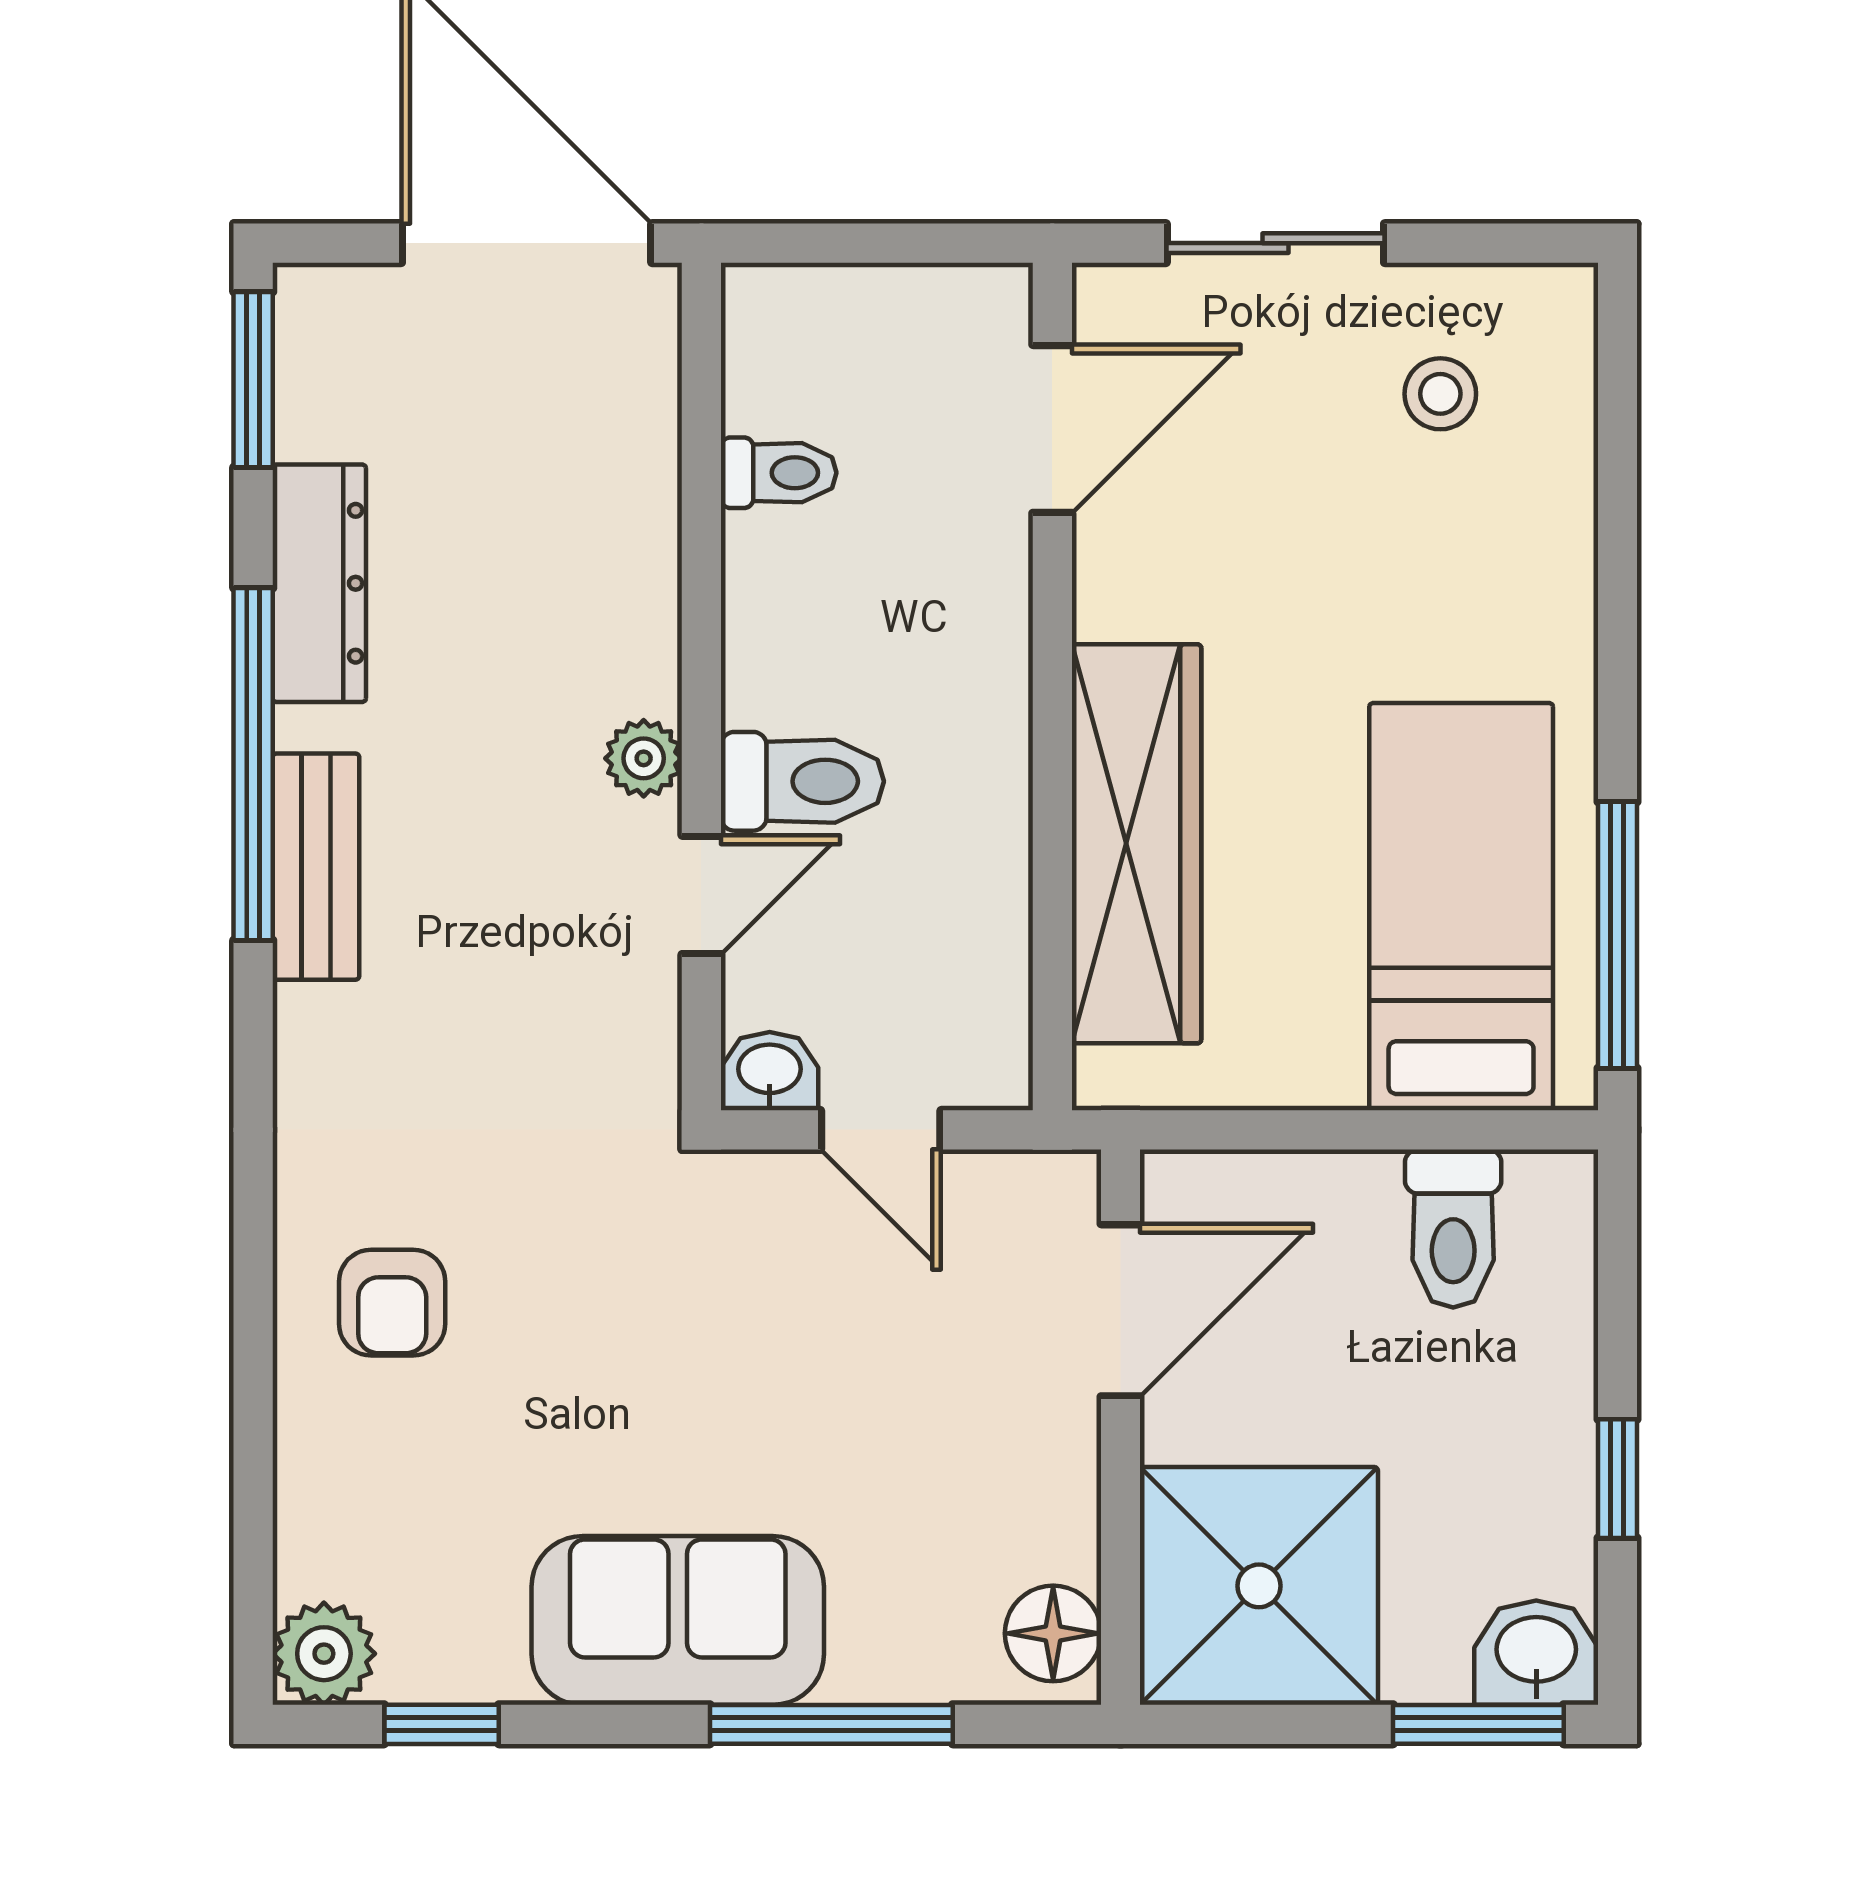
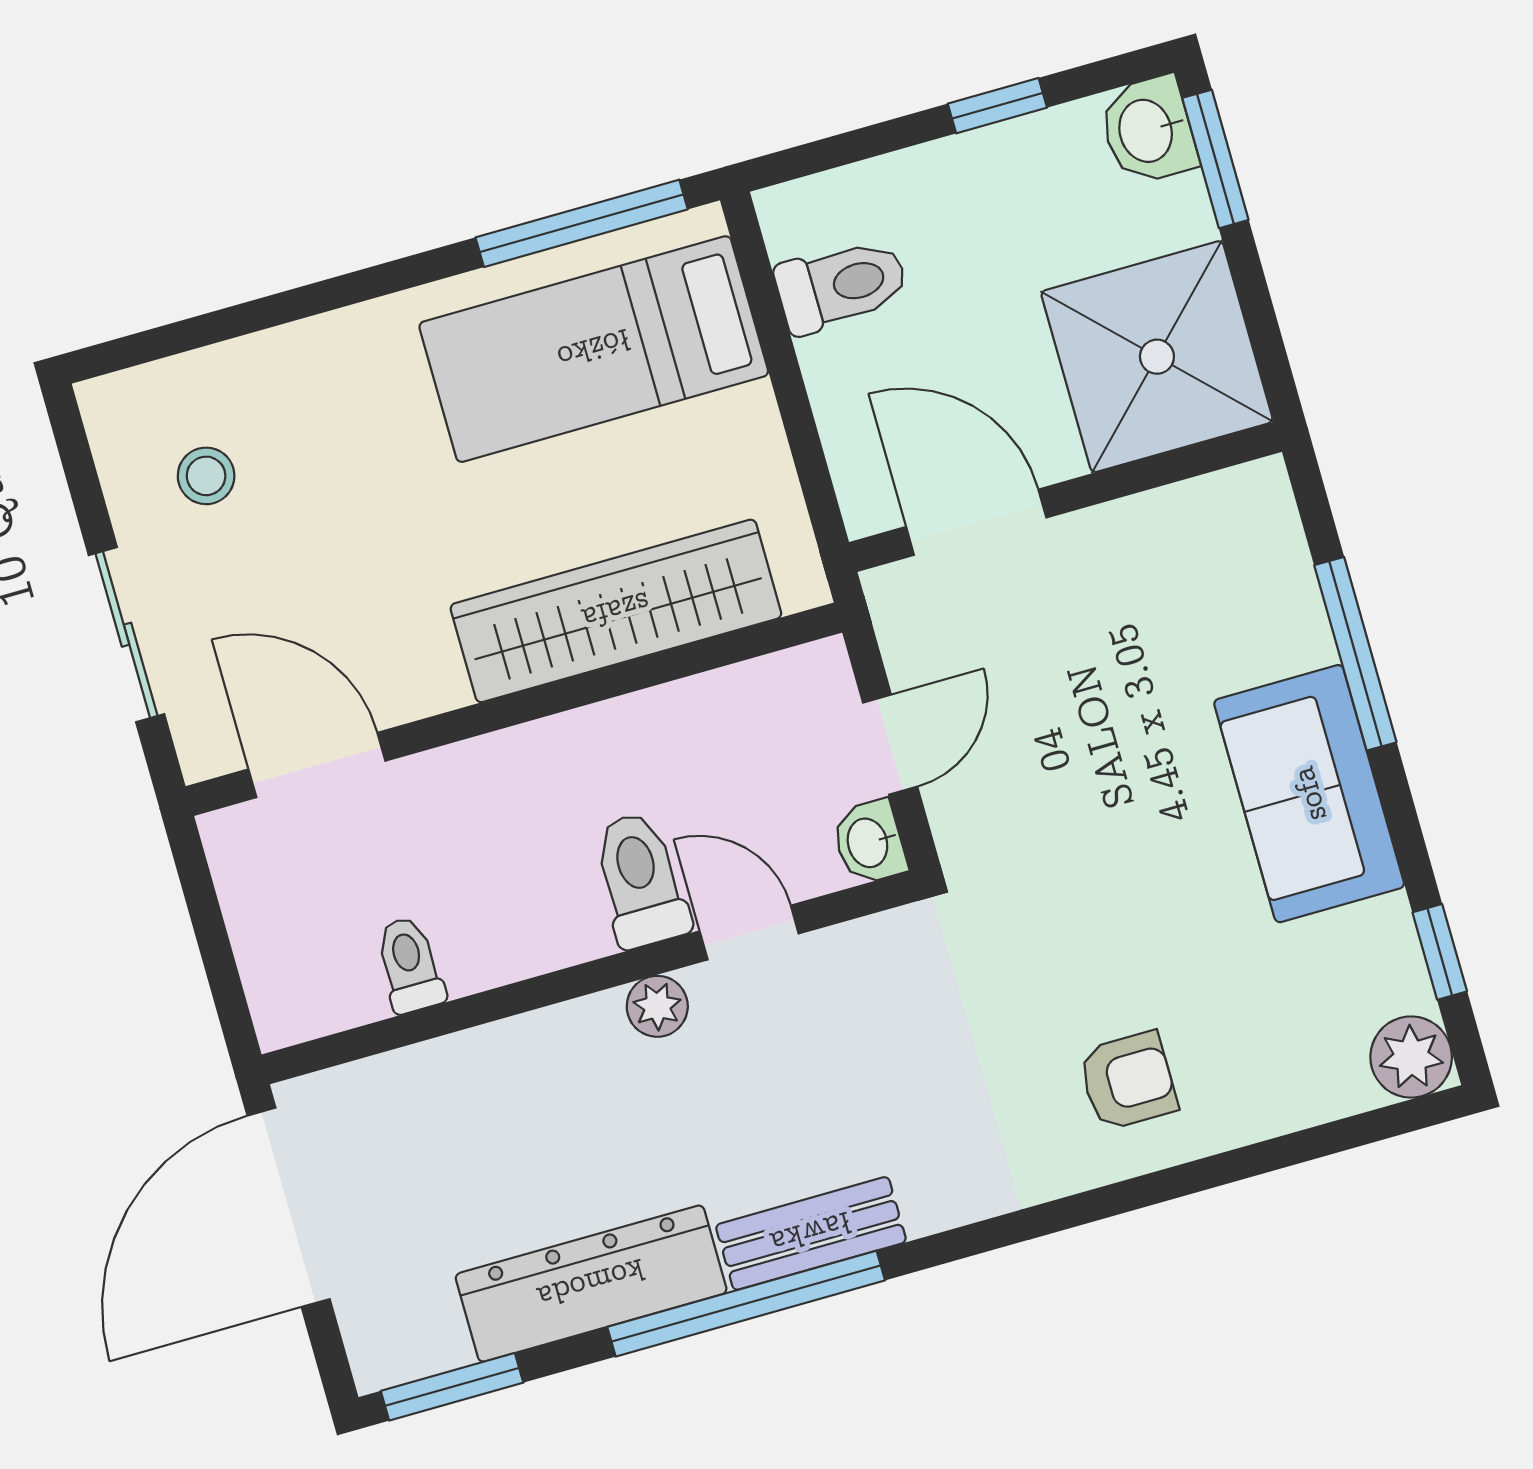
dresser: (319, 583) -> (591, 1284), width x1.37, depth x1.24
floor lamp: (1053, 1633) -> (1238, 504), removed

